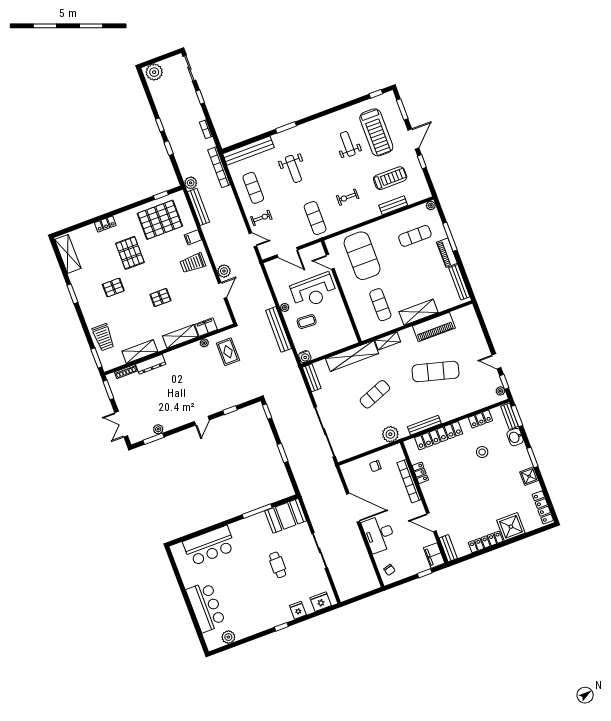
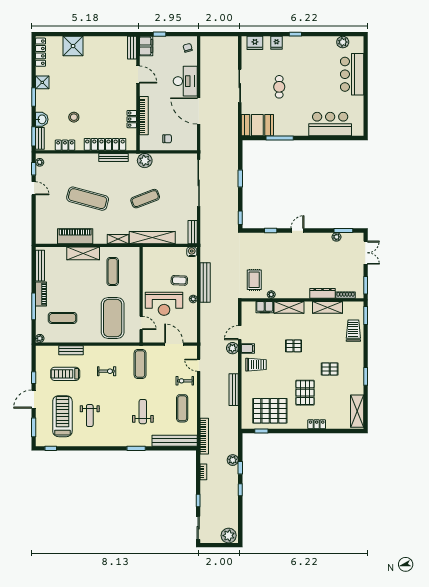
plant: (191, 183) -> (233, 460), moved
bench: (198, 207) -> (234, 390), moved
filing cabinet: (193, 237) -> (248, 349), moved
reception desk: (314, 291) -> (164, 304), turned 180
locker: (486, 542) -> (99, 41), removed

